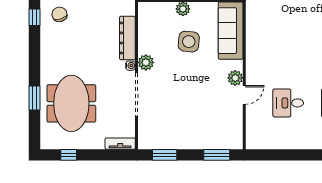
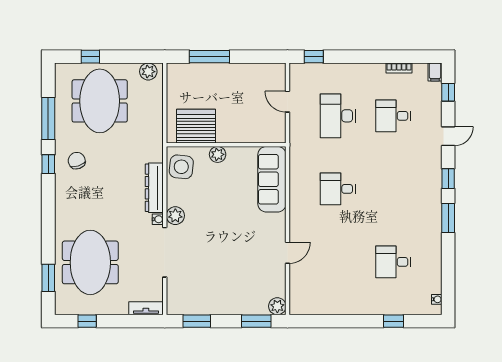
side table: (189, 42) -> (181, 167), moved
plant: (235, 78) -> (277, 306), moved
window: (35, 98) -> (48, 278), moved
desk: (288, 103) -> (338, 189), moved

